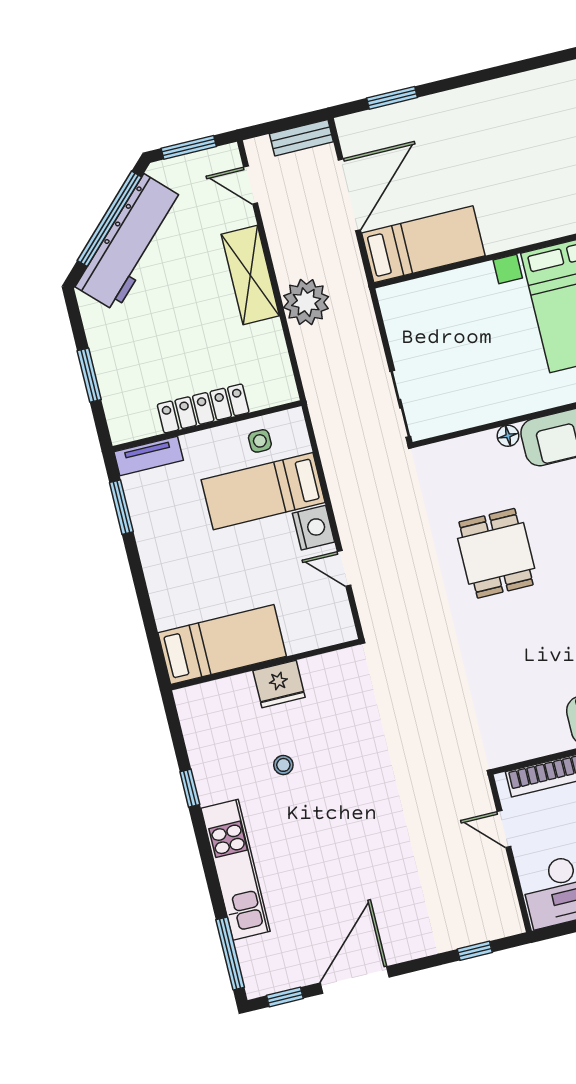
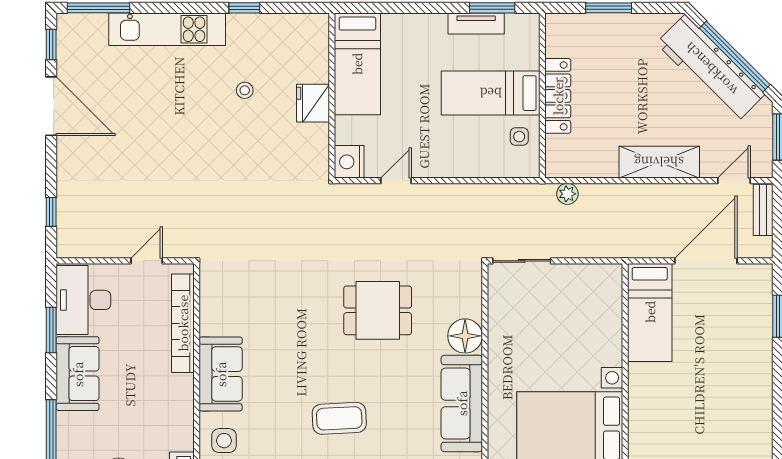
bench: (301, 138) -> (763, 210), moved
door: (349, 195) -> (706, 261), swing flipped
plant: (306, 302) -> (567, 194), moved, width x0.53, depth x0.53
floor lamp: (508, 436) -> (465, 336), width x1.89, depth x1.89
tv unit: (149, 456) -> (476, 24), moved, turned -90
bed: (263, 491) -> (491, 93), moved, turned -90
nightstand: (313, 528) -> (349, 162), moved, turned 90

